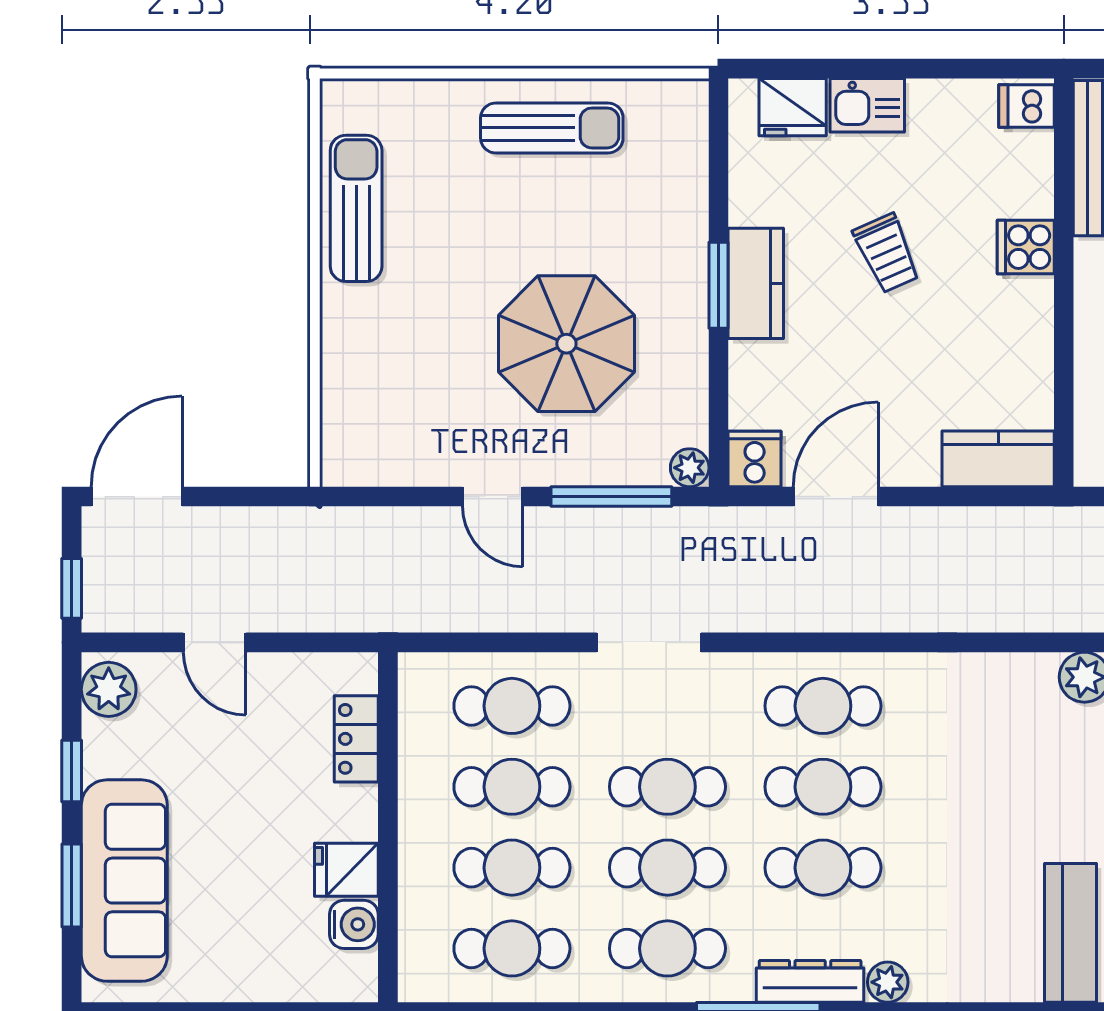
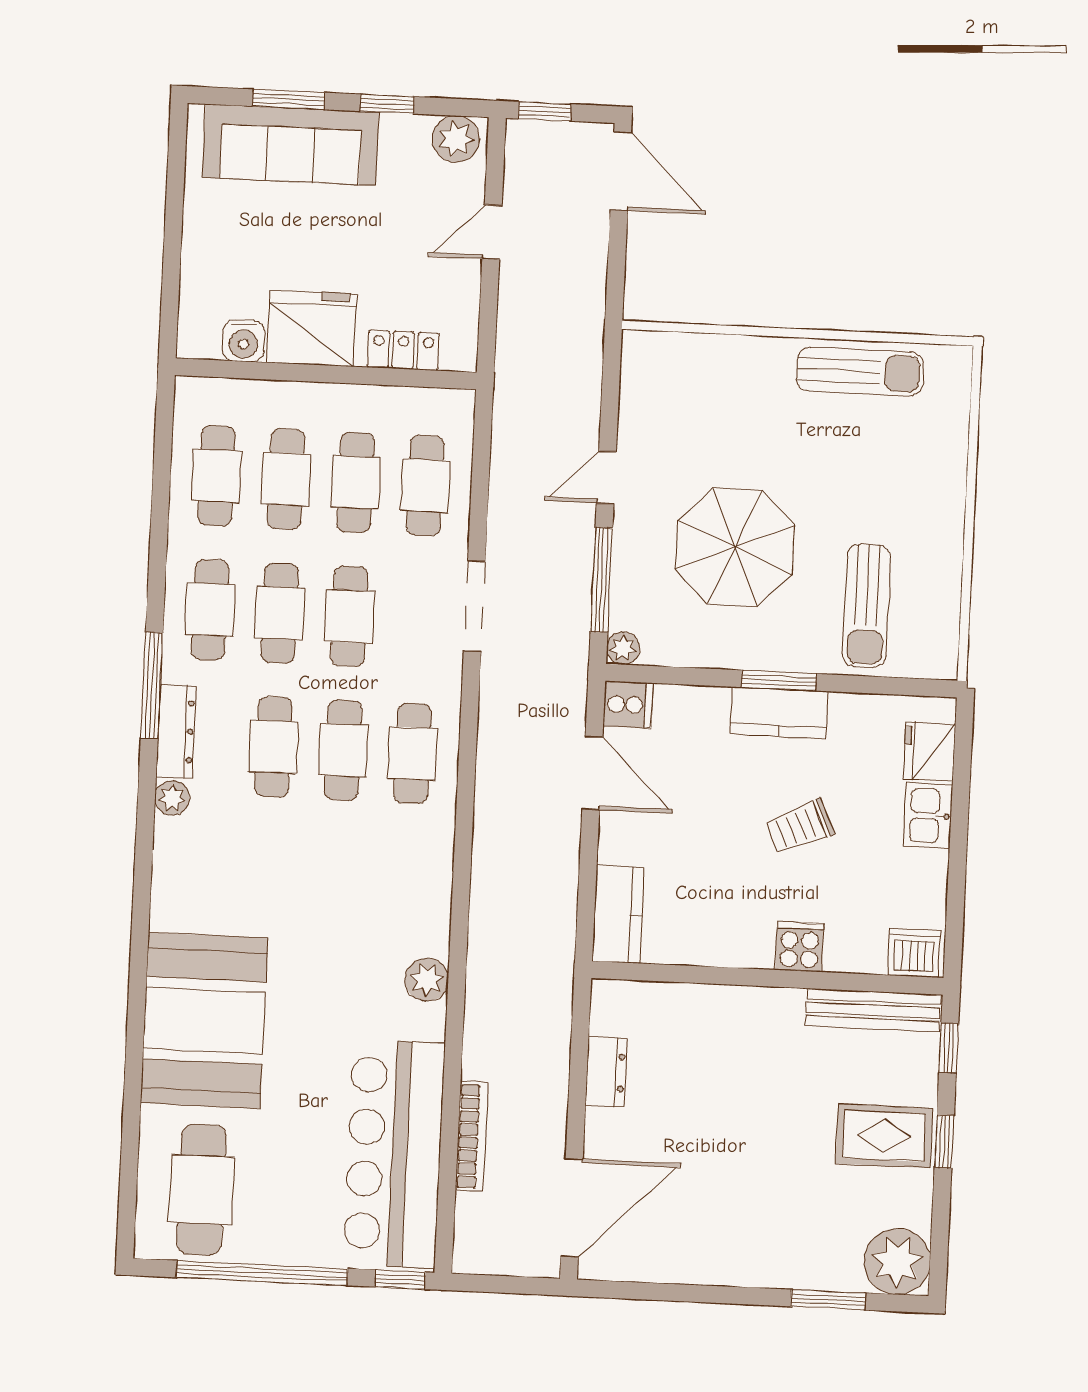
dishwasher: (1027, 106) -> (914, 953), width x1.38
sun lounger: (552, 128) -> (867, 606), moved
fridge: (346, 870) -> (312, 328), width x1.88, depth x1.34

